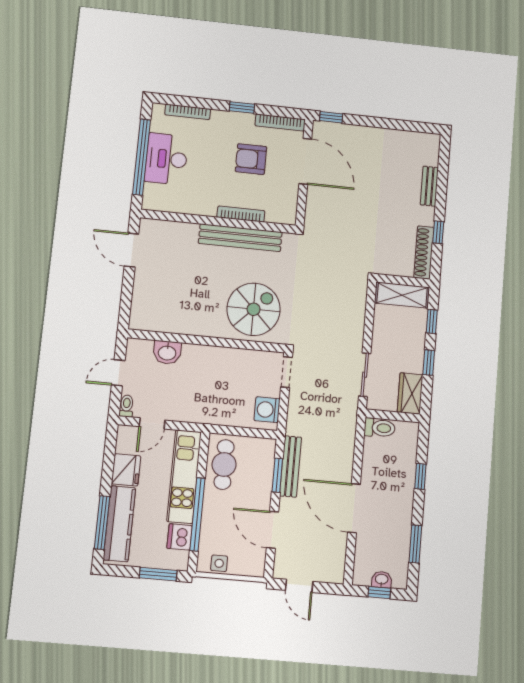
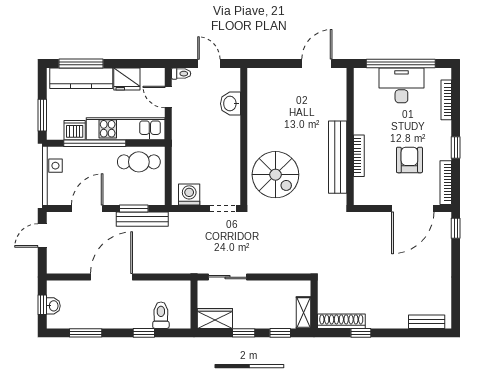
bench: (429, 186) -> (427, 322), moved
shelving: (402, 295) -> (303, 313), width x0.67, depth x0.75
toilet: (380, 428) -> (161, 315), moved, turned 180

